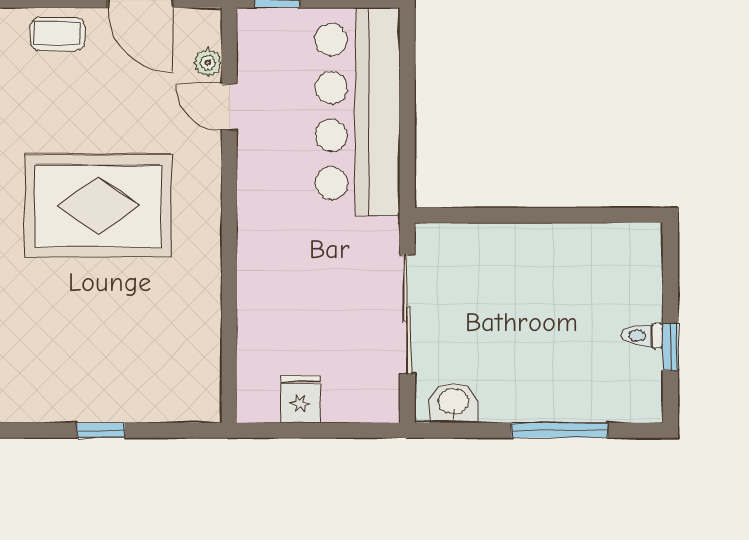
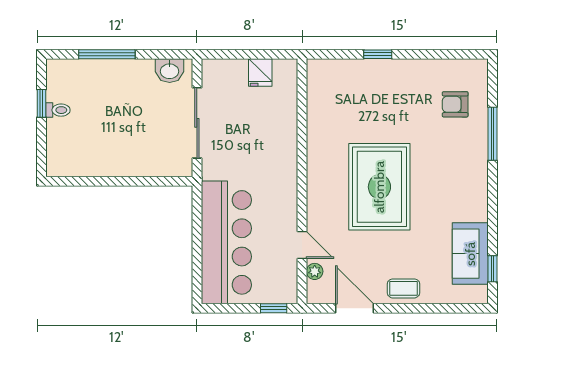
rug: (98, 206) -> (379, 187), turned 90

